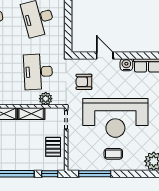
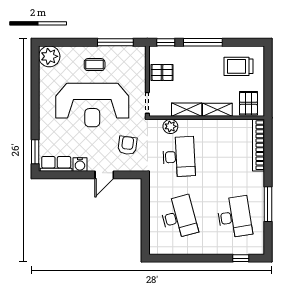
door: (105, 55) -> (104, 175), hinge flipped
armchair: (84, 82) -> (127, 145), turned -83
reception desk: (115, 118) -> (92, 105), turned 180
pallet: (53, 147) -> (162, 72), turned 90

